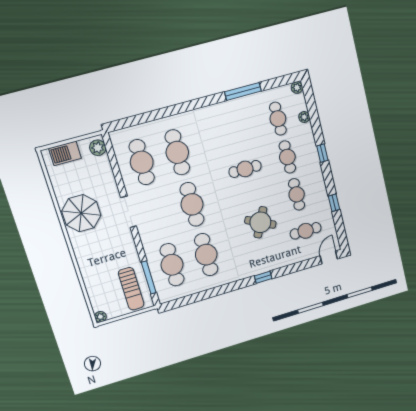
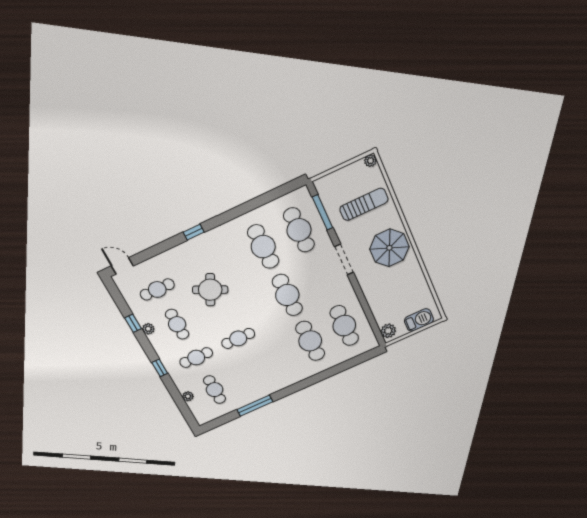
plant: (297, 88) -> (148, 329), moved
cafe table: (287, 157) -> (196, 358), turned 90
doorway: (129, 212) -> (344, 260), moved
parasol: (81, 213) -> (389, 248), moved
door: (329, 257) -> (122, 266), swing flipped
sun lounger: (131, 289) -> (364, 204), moved, turned 90

